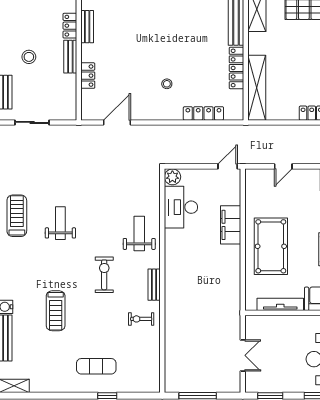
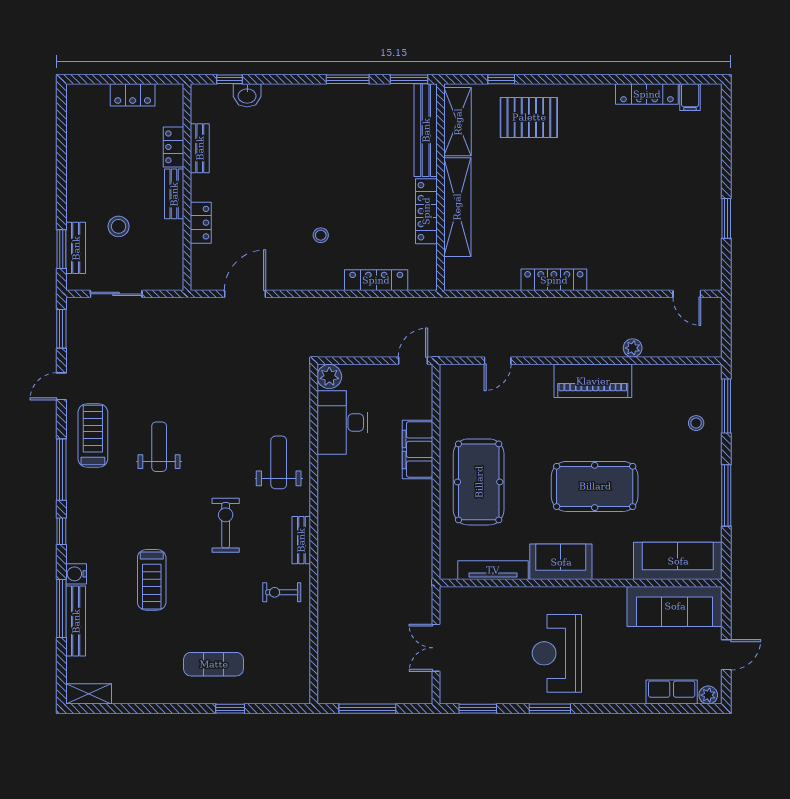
stool: (29, 57) -> (119, 226), moved
shelving: (257, 88) -> (457, 207), moved
double door: (243, 355) -> (436, 648), swing flipped

